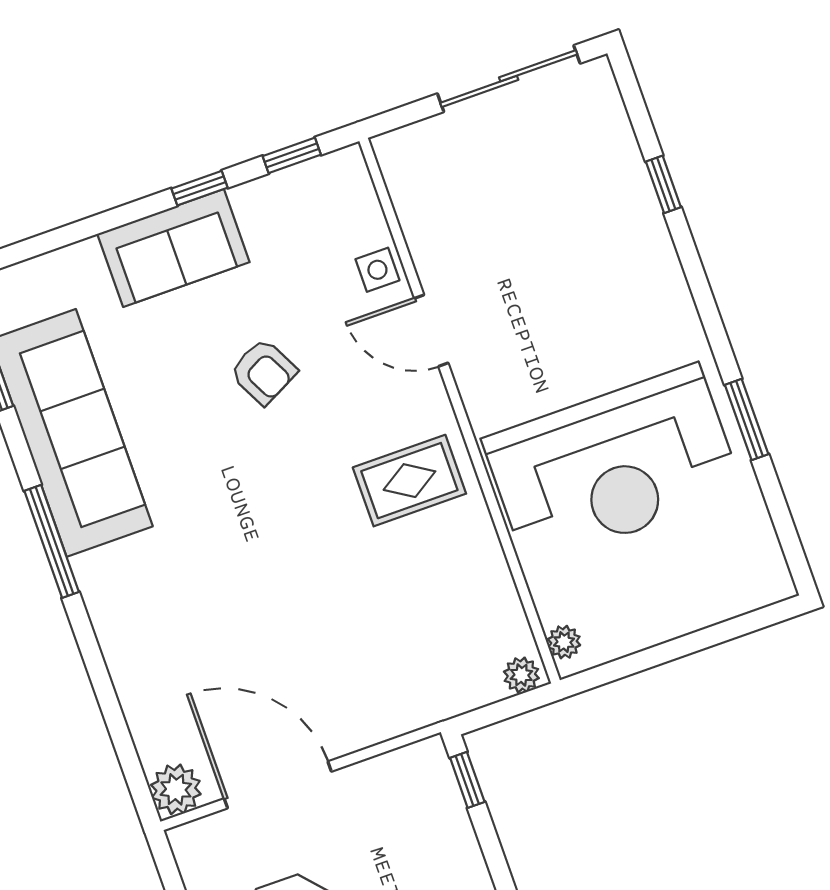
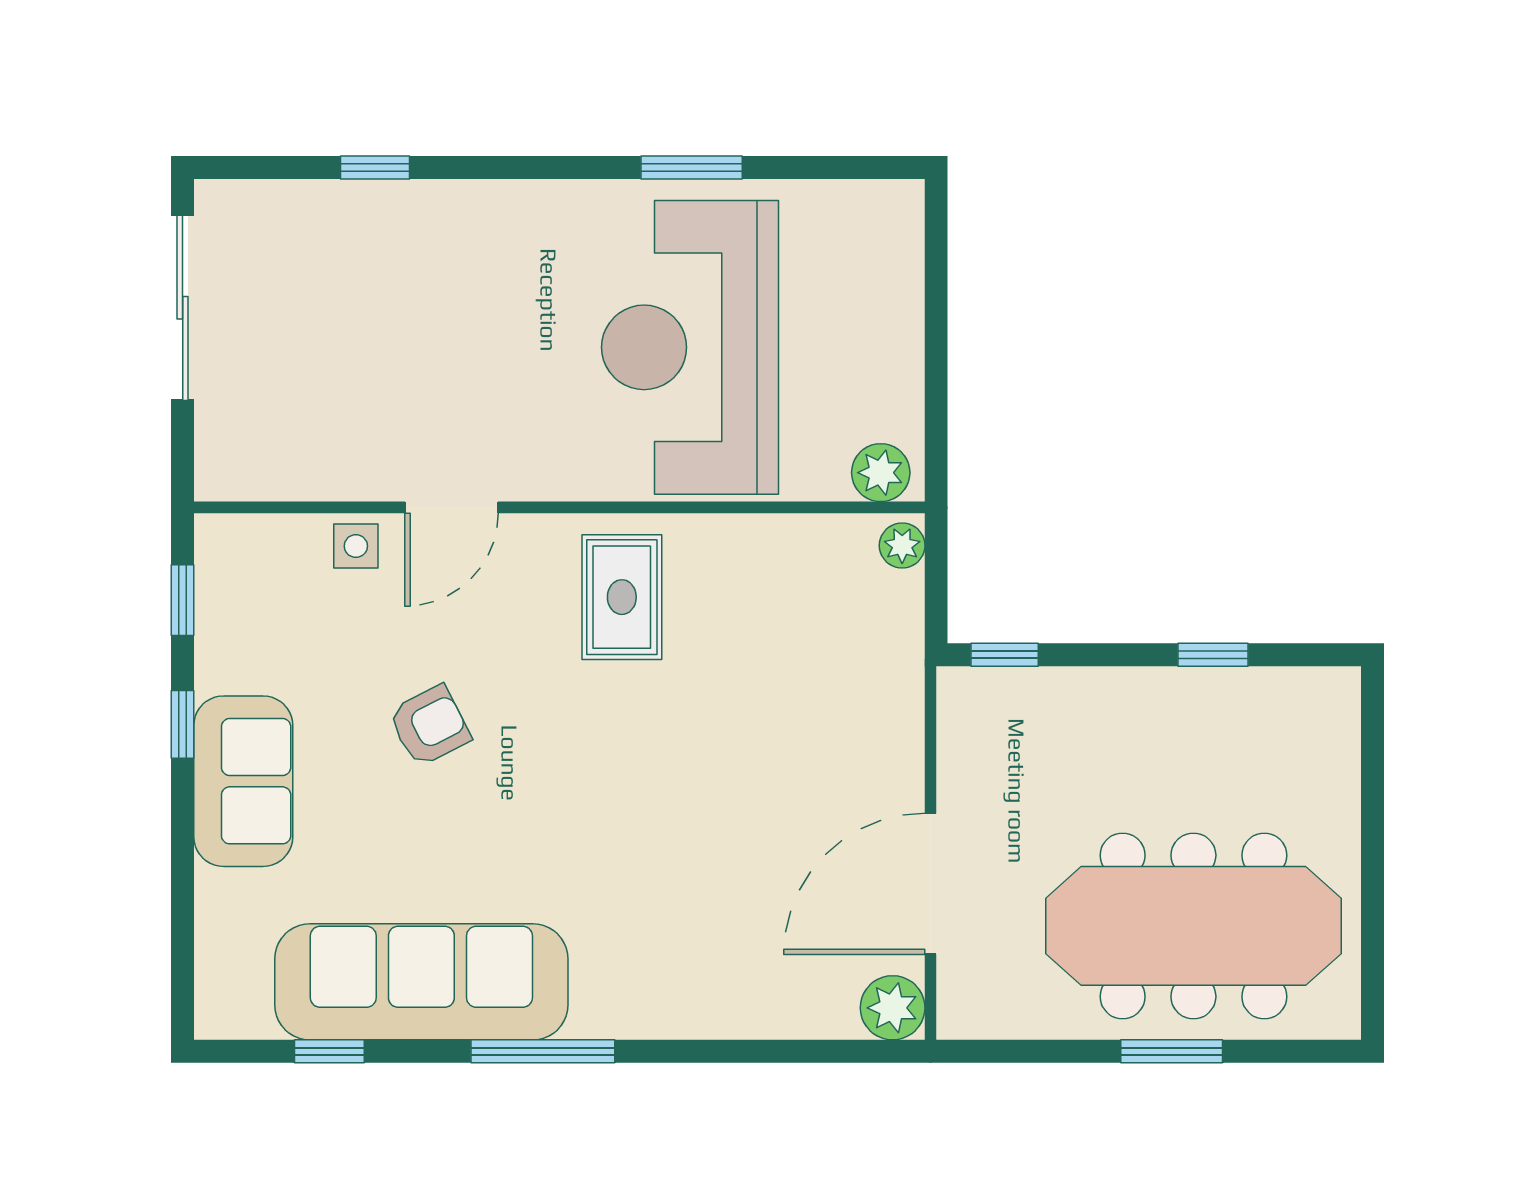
reception desk: (613, 466) -> (690, 347), turned 180
plant: (564, 642) -> (881, 473), width x1.38, depth x1.38

